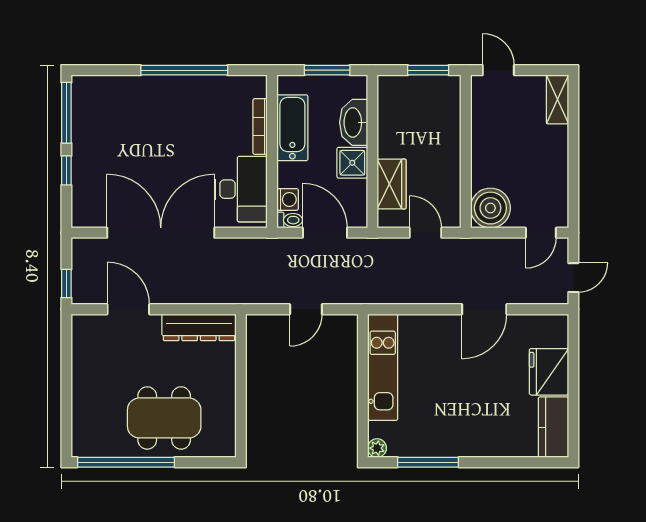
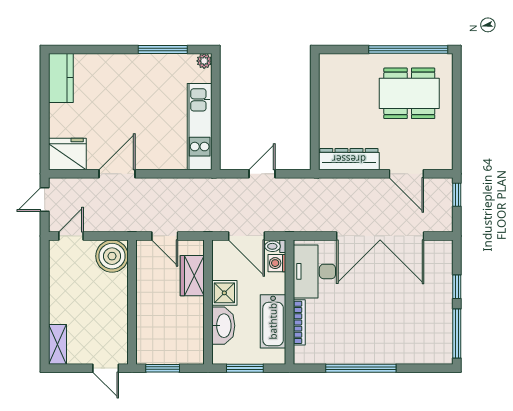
fridge: (549, 372) -> (67, 154), moved, turned -90
dining table: (164, 418) -> (409, 93), moved

